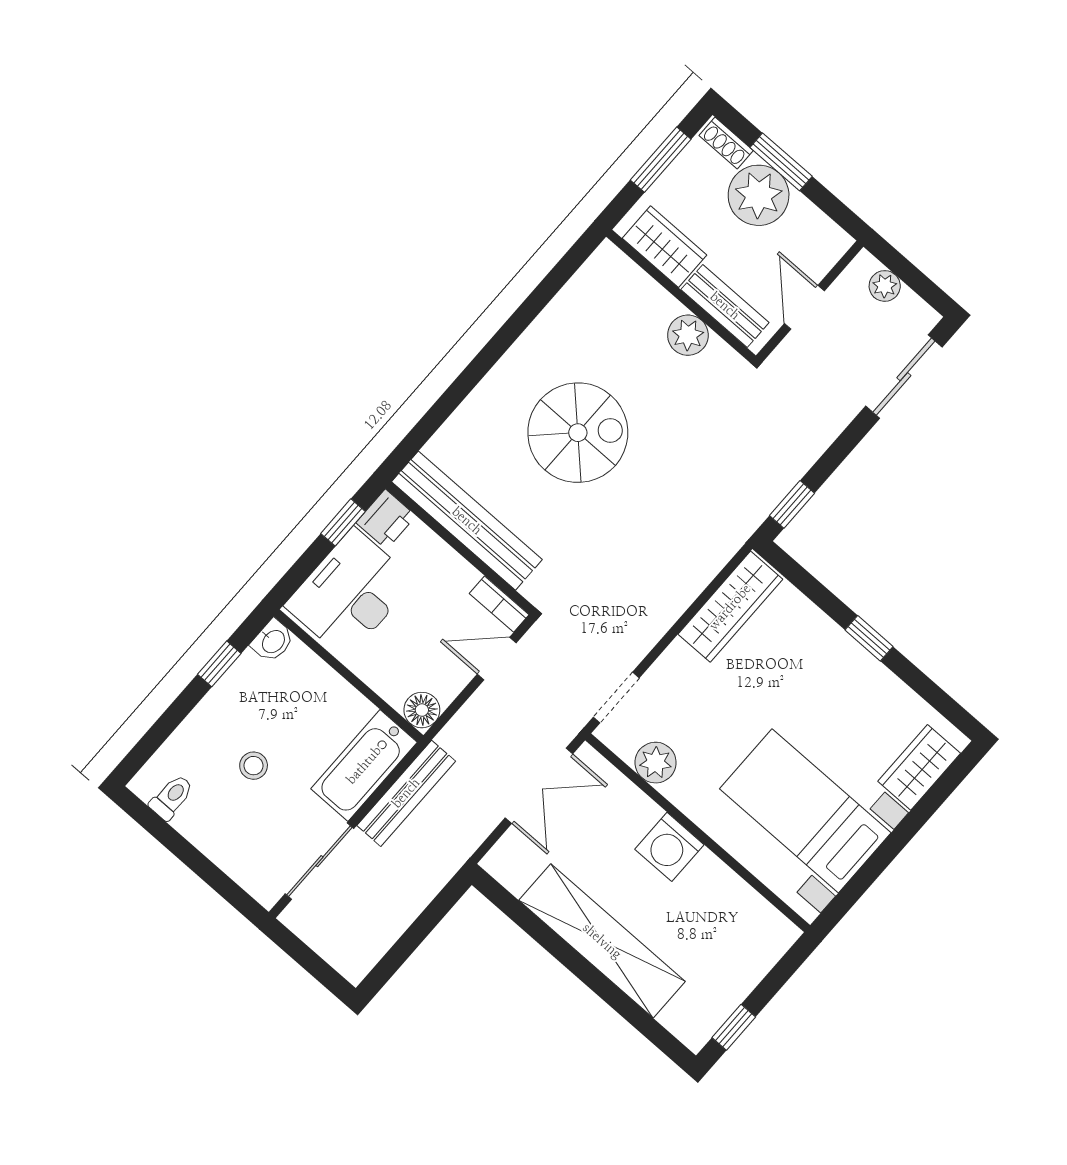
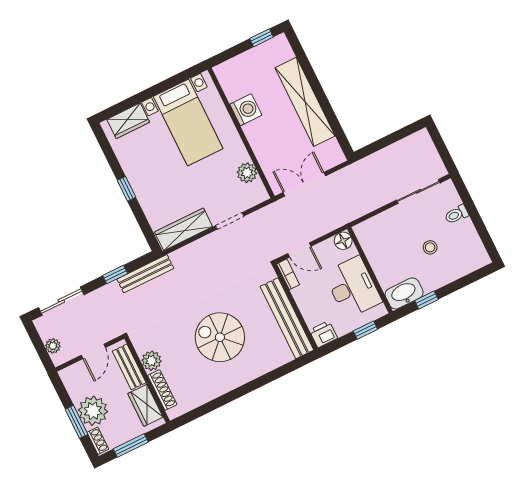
shoe rack: (645, 288) -> (162, 390), added
window: (792, 504) -> (115, 275), moved
window: (343, 522) -> (365, 330), moved
desk: (350, 593) -> (353, 287), moved, turned -90
washbasin: (273, 641) -> (404, 293), width x1.91, depth x1.45
doorway: (616, 698) -> (230, 221), moved
bathtub: (364, 765) -> (380, 227), removed
bench: (406, 793) -> (145, 274), moved
toilet: (172, 797) -> (457, 214), moved
washing machine: (669, 847) -> (246, 110), moved

